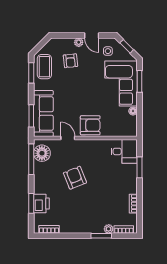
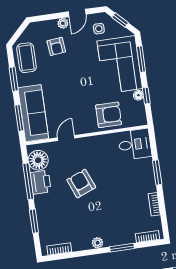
door: (92, 35) -> (77, 13), hinge flipped
window: (31, 73) -> (14, 79), moved
window: (139, 112) -> (146, 96), added
armchair: (90, 125) -> (109, 115), moved
door: (68, 138) -> (66, 138), hinge flipped
window: (31, 159) -> (28, 181), moved
window: (139, 167) -> (157, 173), moved
printer: (41, 204) -> (41, 182), moved
plant: (109, 229) -> (98, 243), moved

